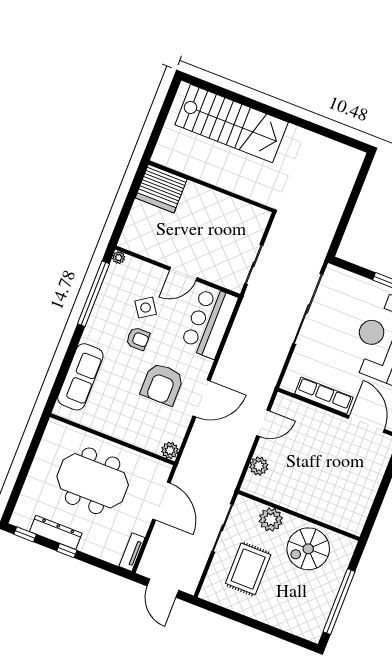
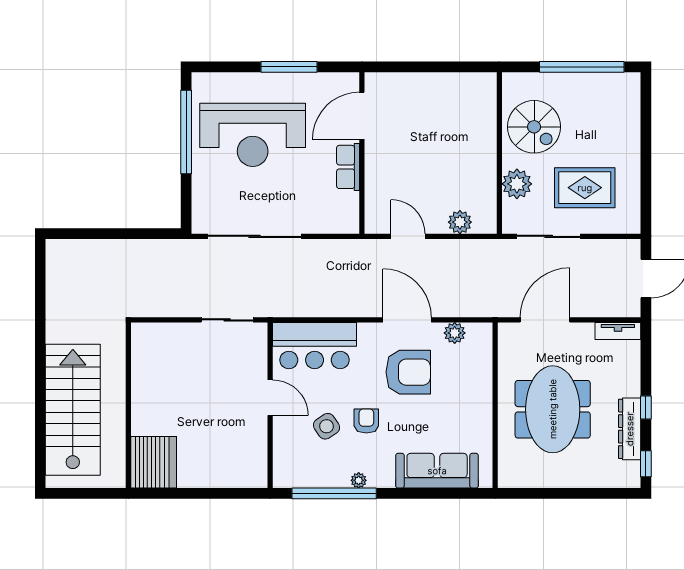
wall: (211, 186) -> (128, 405), moved
server rack: (161, 189) -> (154, 462), moved
plant: (119, 258) -> (359, 480), moved
row of seats: (324, 395) -> (348, 167), width x0.68
plant: (170, 450) -> (455, 333), moved

